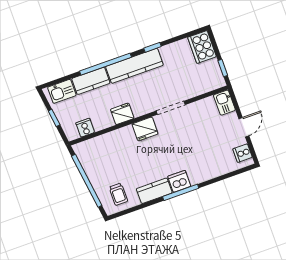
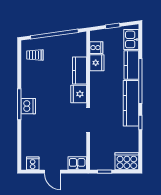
fridge: (122, 114) -> (97, 63), moved
kitchen counter: (154, 191) -> (80, 71), moved, turned 180

